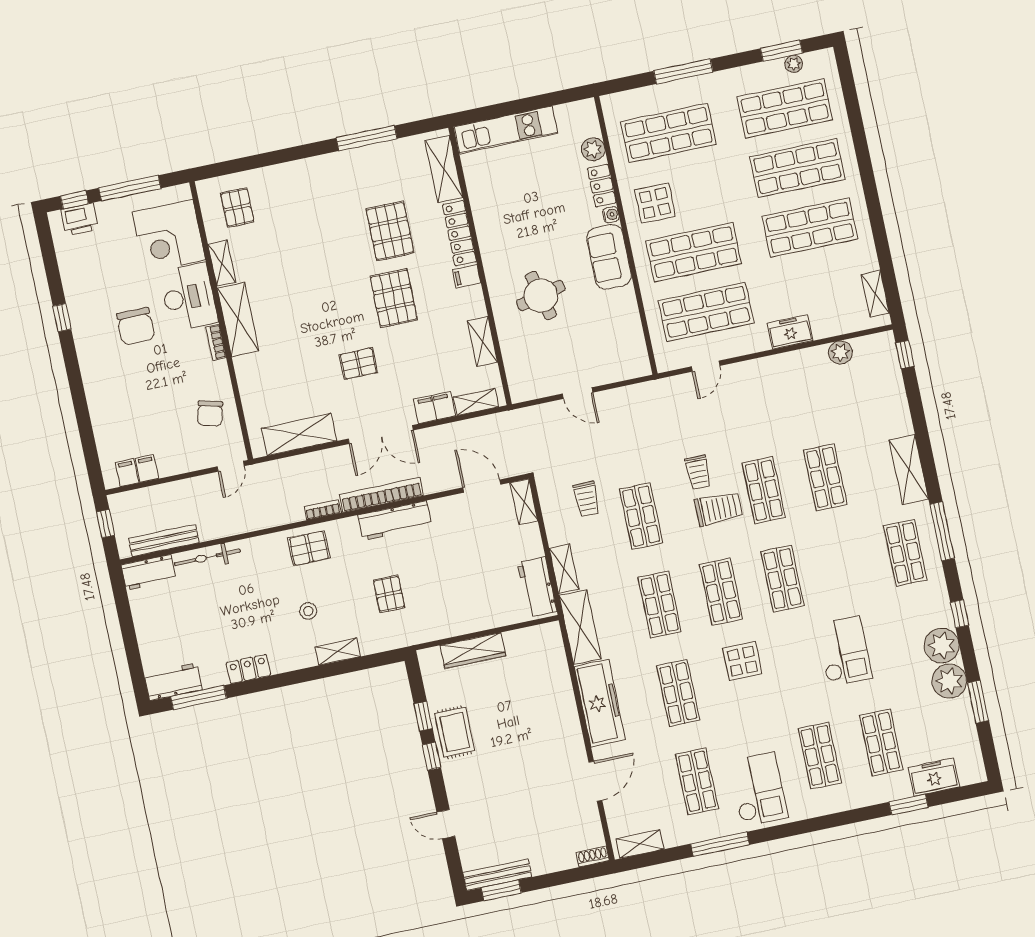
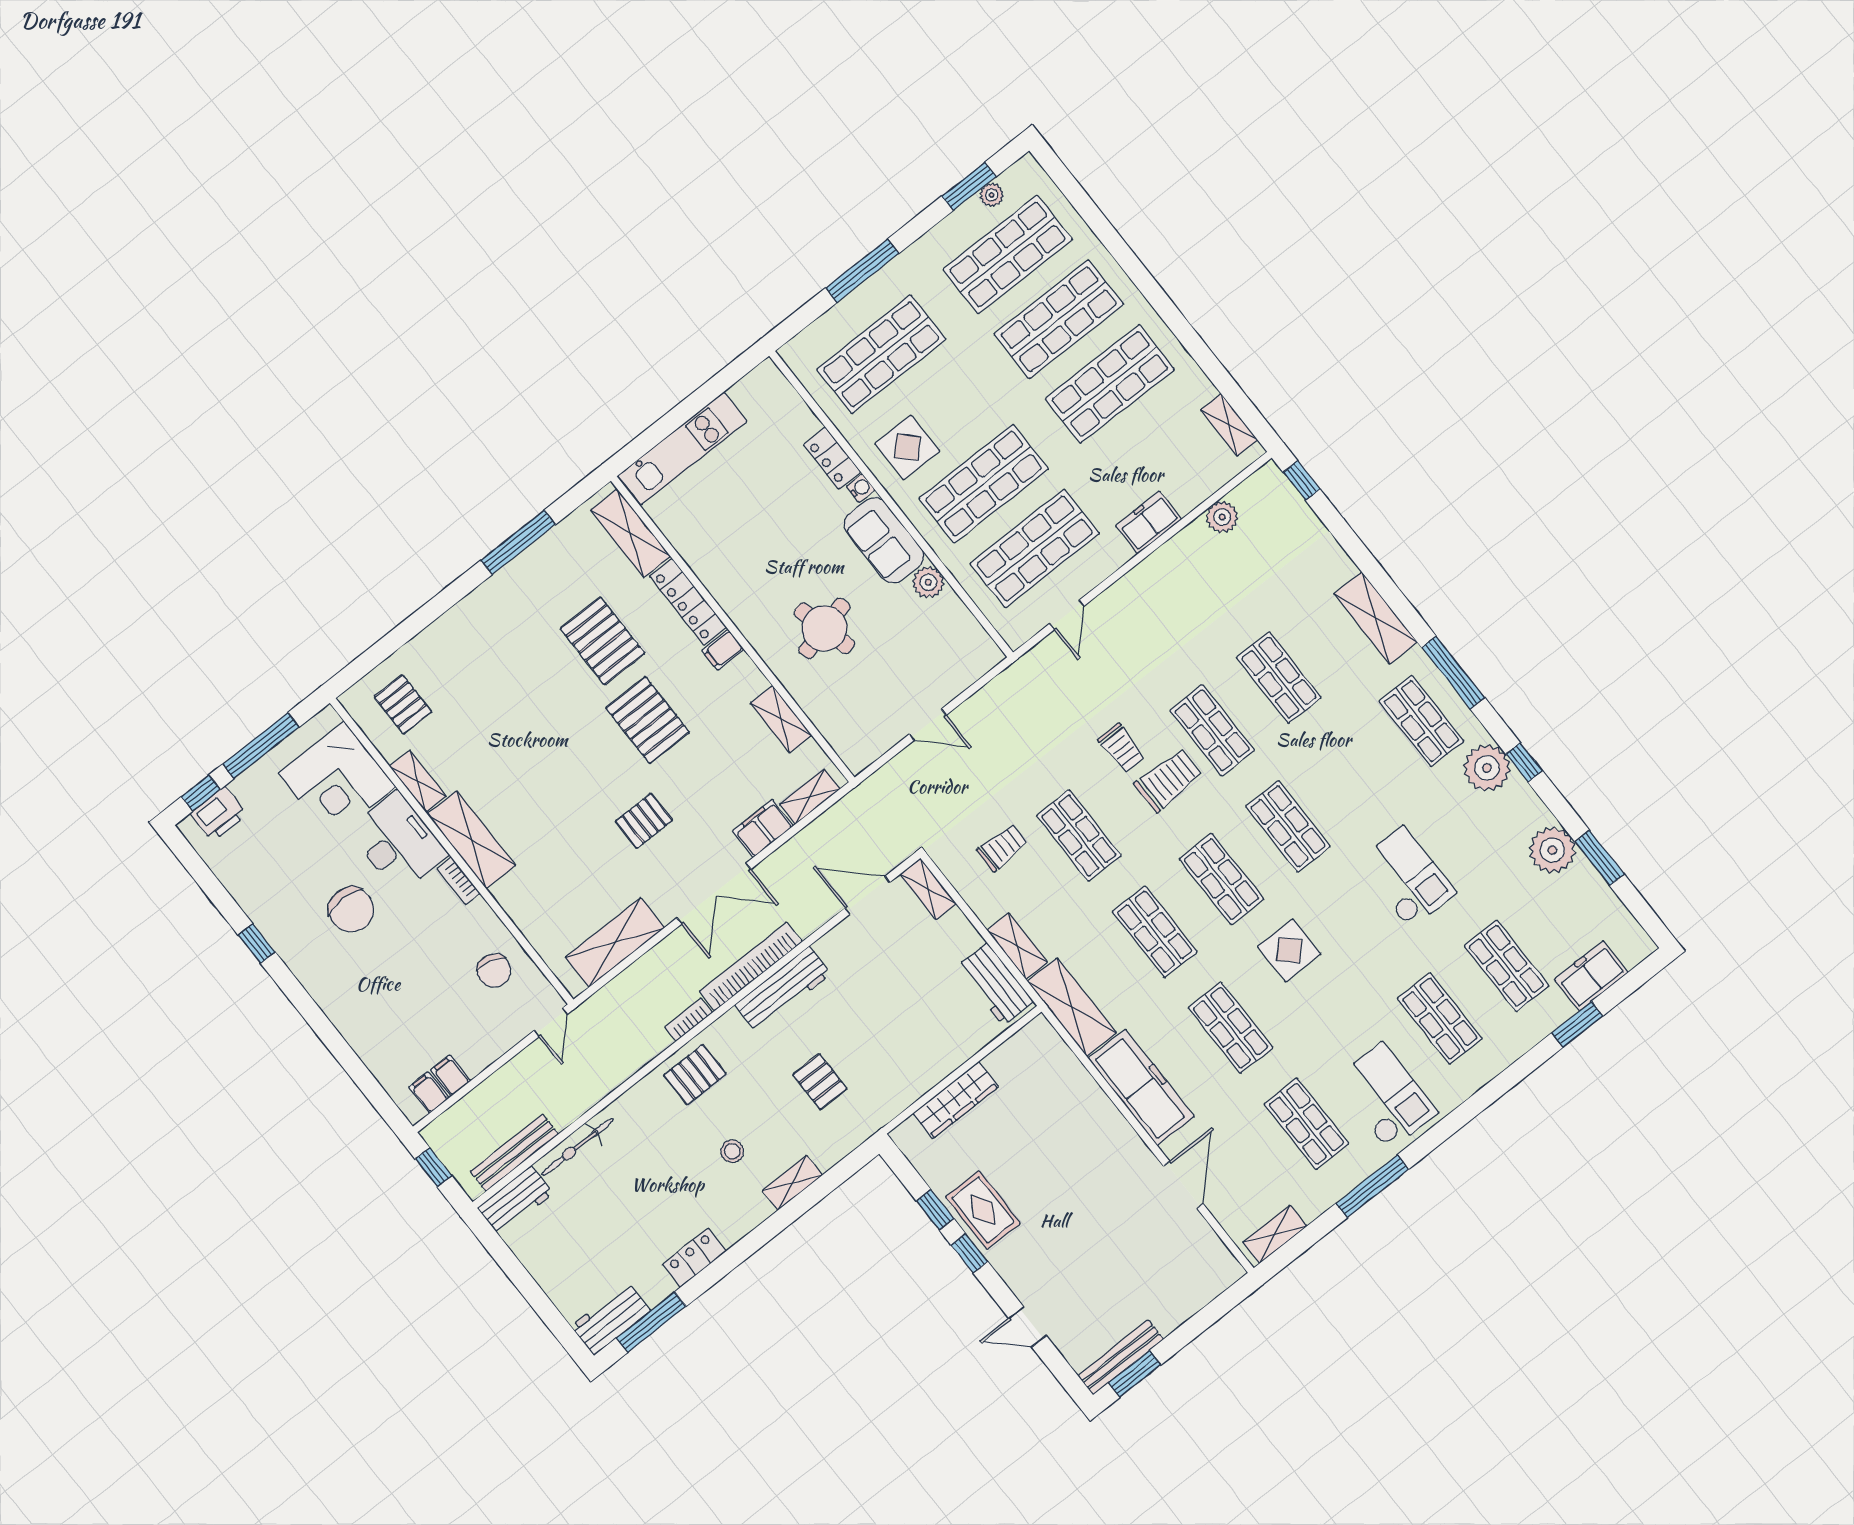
plant: (593, 149) -> (928, 582), moved
trolley: (587, 499) -> (1002, 848), turned -90
plant: (942, 646) -> (1487, 768), moved
shoe rack: (593, 857) -> (1225, 1278), removed

